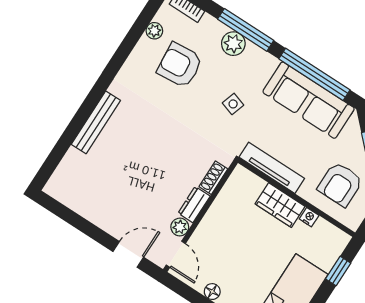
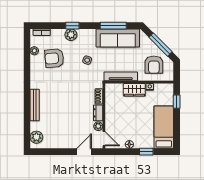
window: (246, 30) -> (72, 26), width x0.46
window: (314, 74) -> (113, 26), width x0.68
plant: (64, 178) -> (36, 137), added

